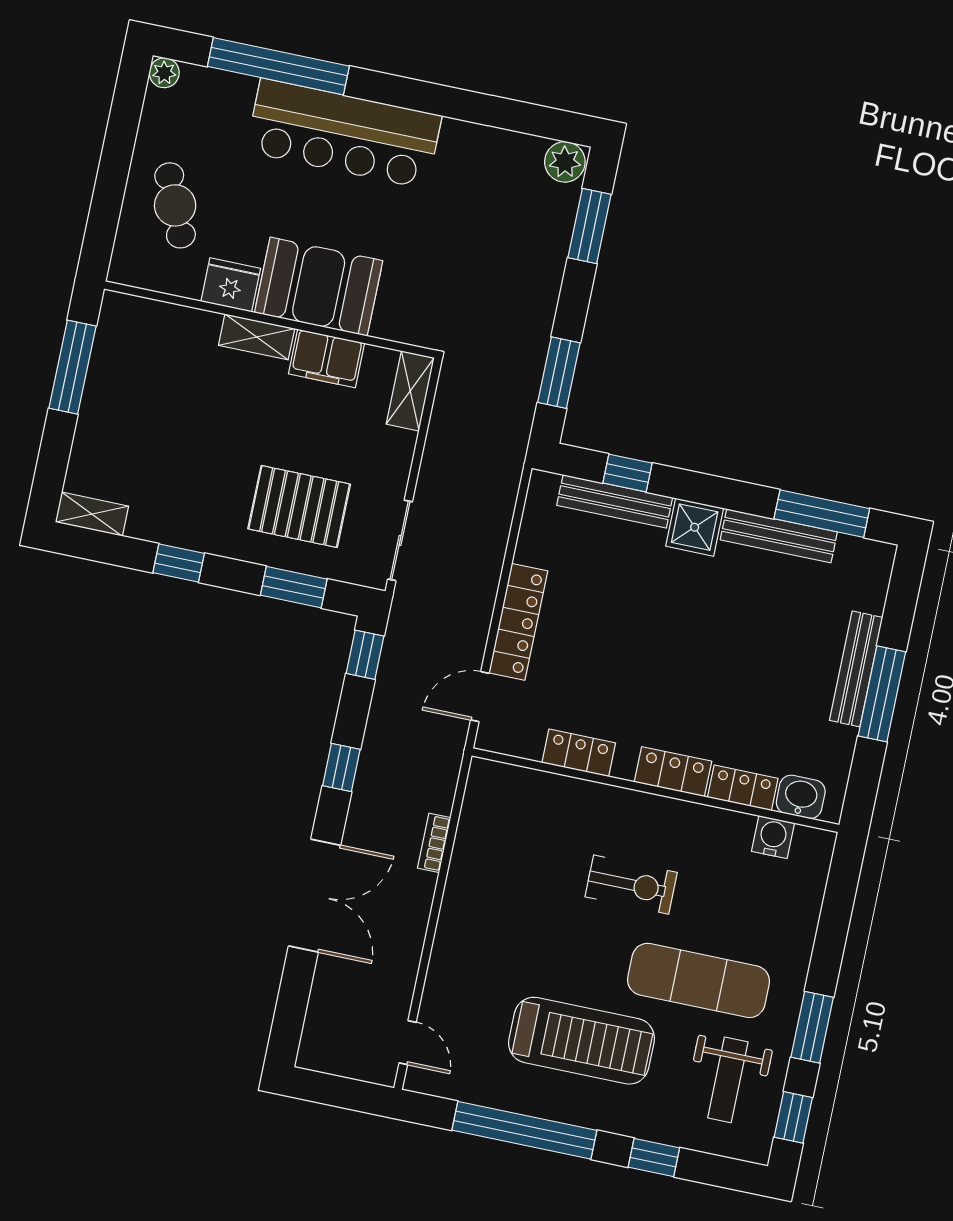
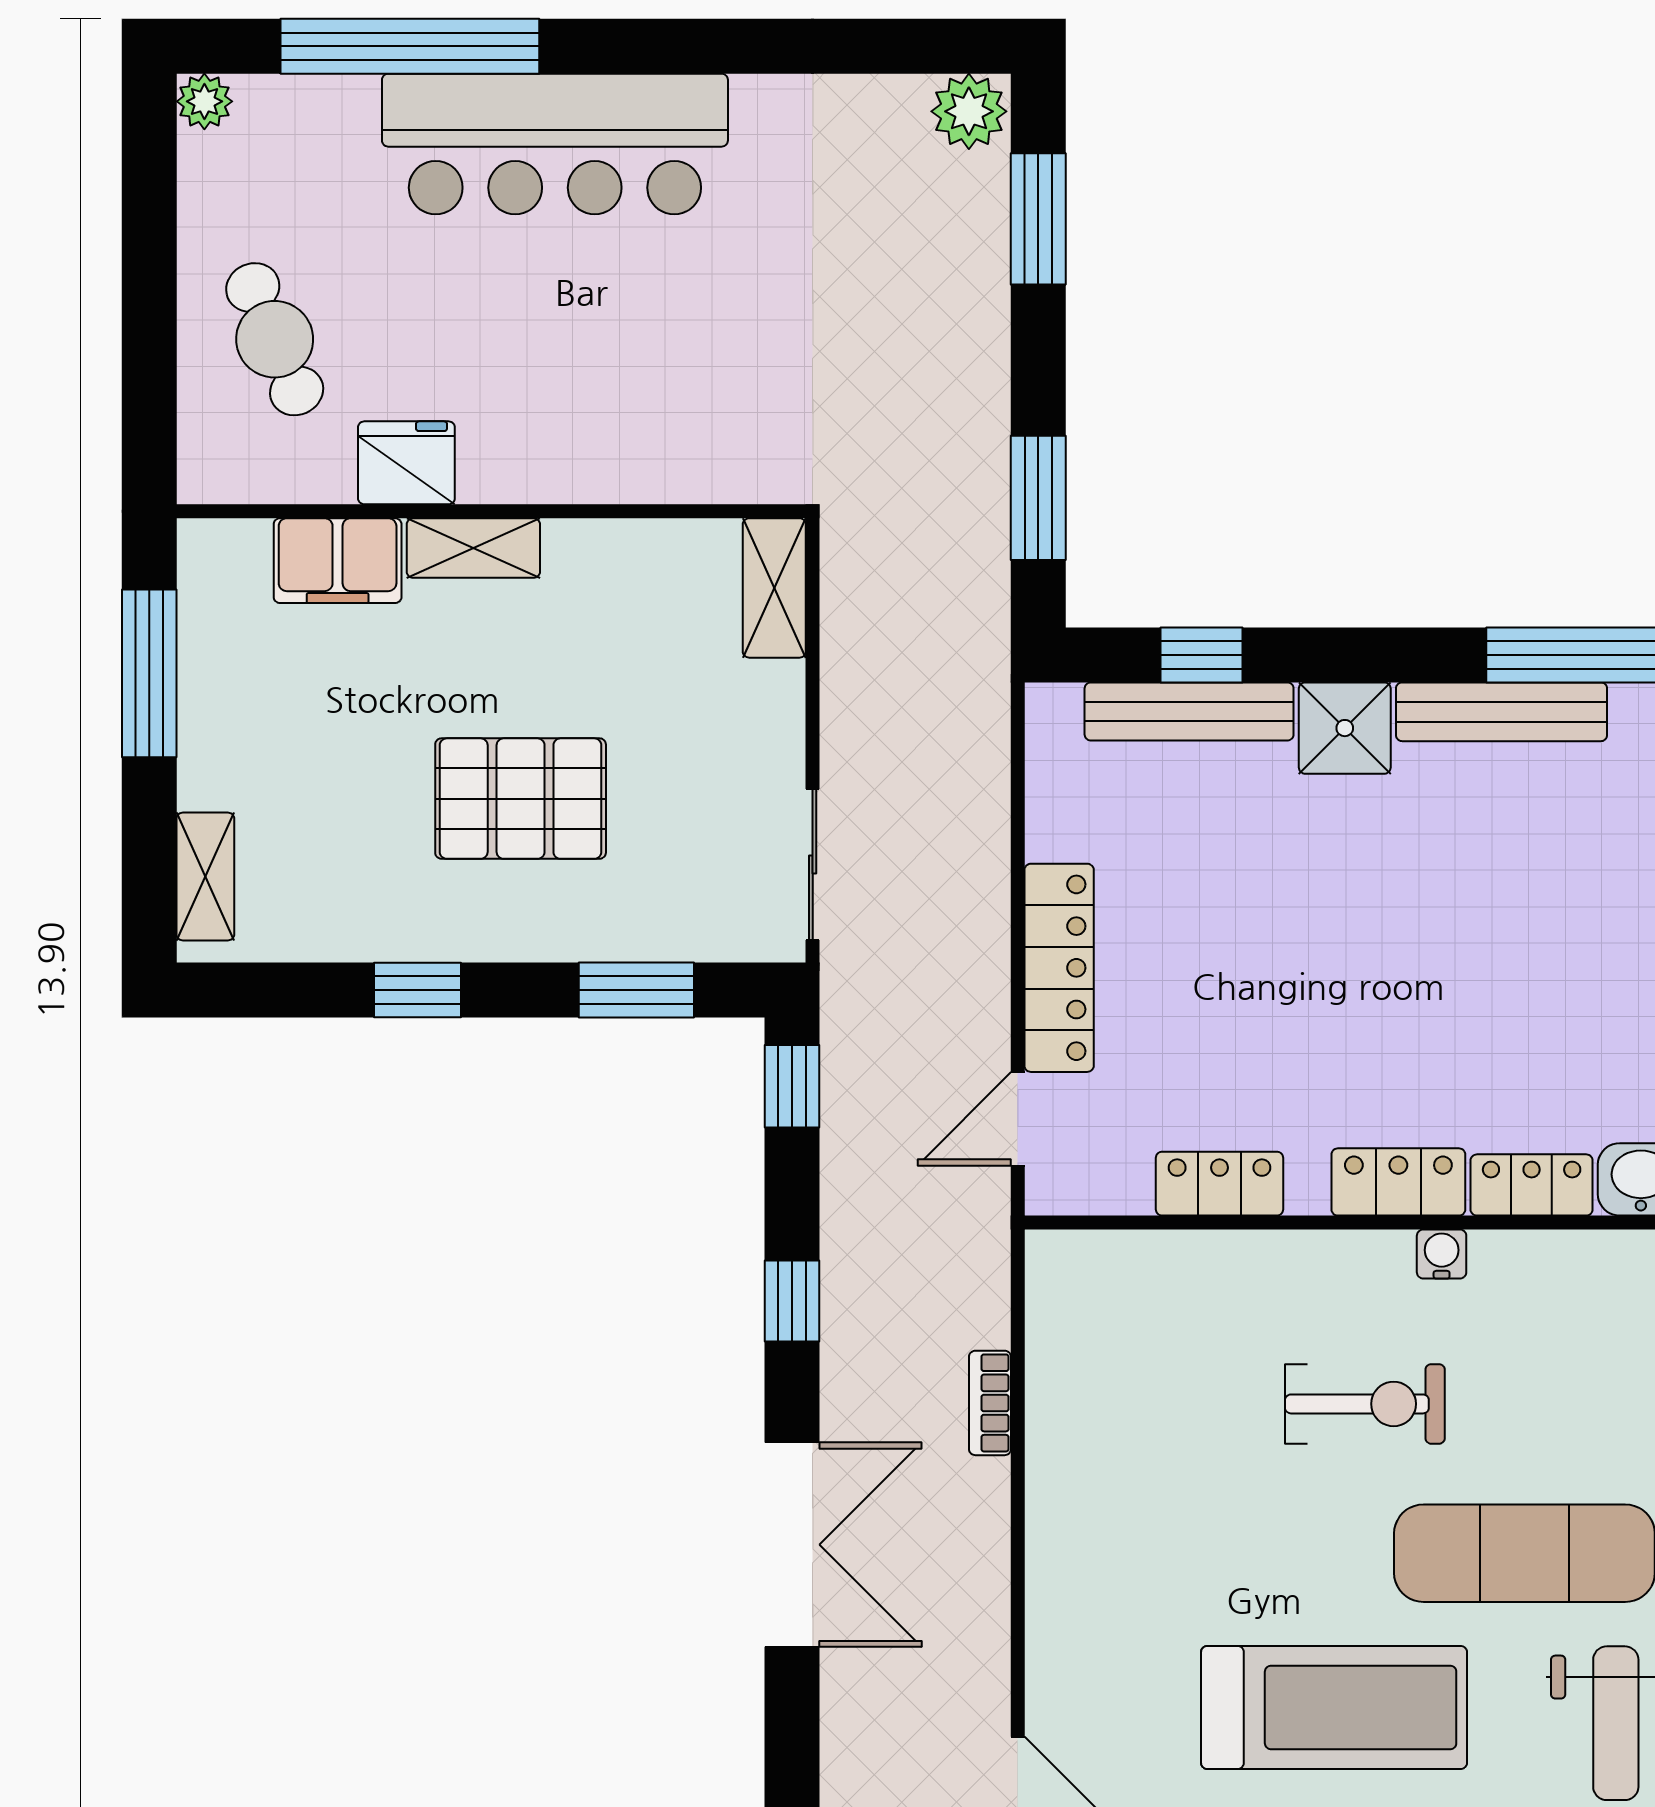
booth: (319, 287) -> (567, 433), removed
filing cabinet: (326, 358) -> (338, 561), moved
pallet: (299, 506) -> (521, 799), moved
shelving: (92, 514) -> (205, 877), moved, turned 90
water cooler: (773, 837) -> (1442, 1254), moved, width x0.72, depth x0.72

